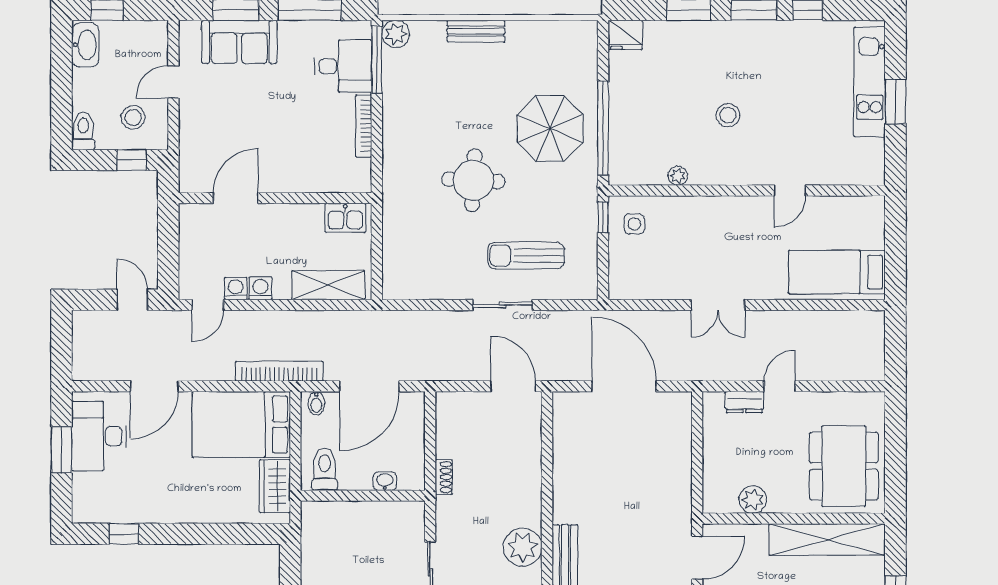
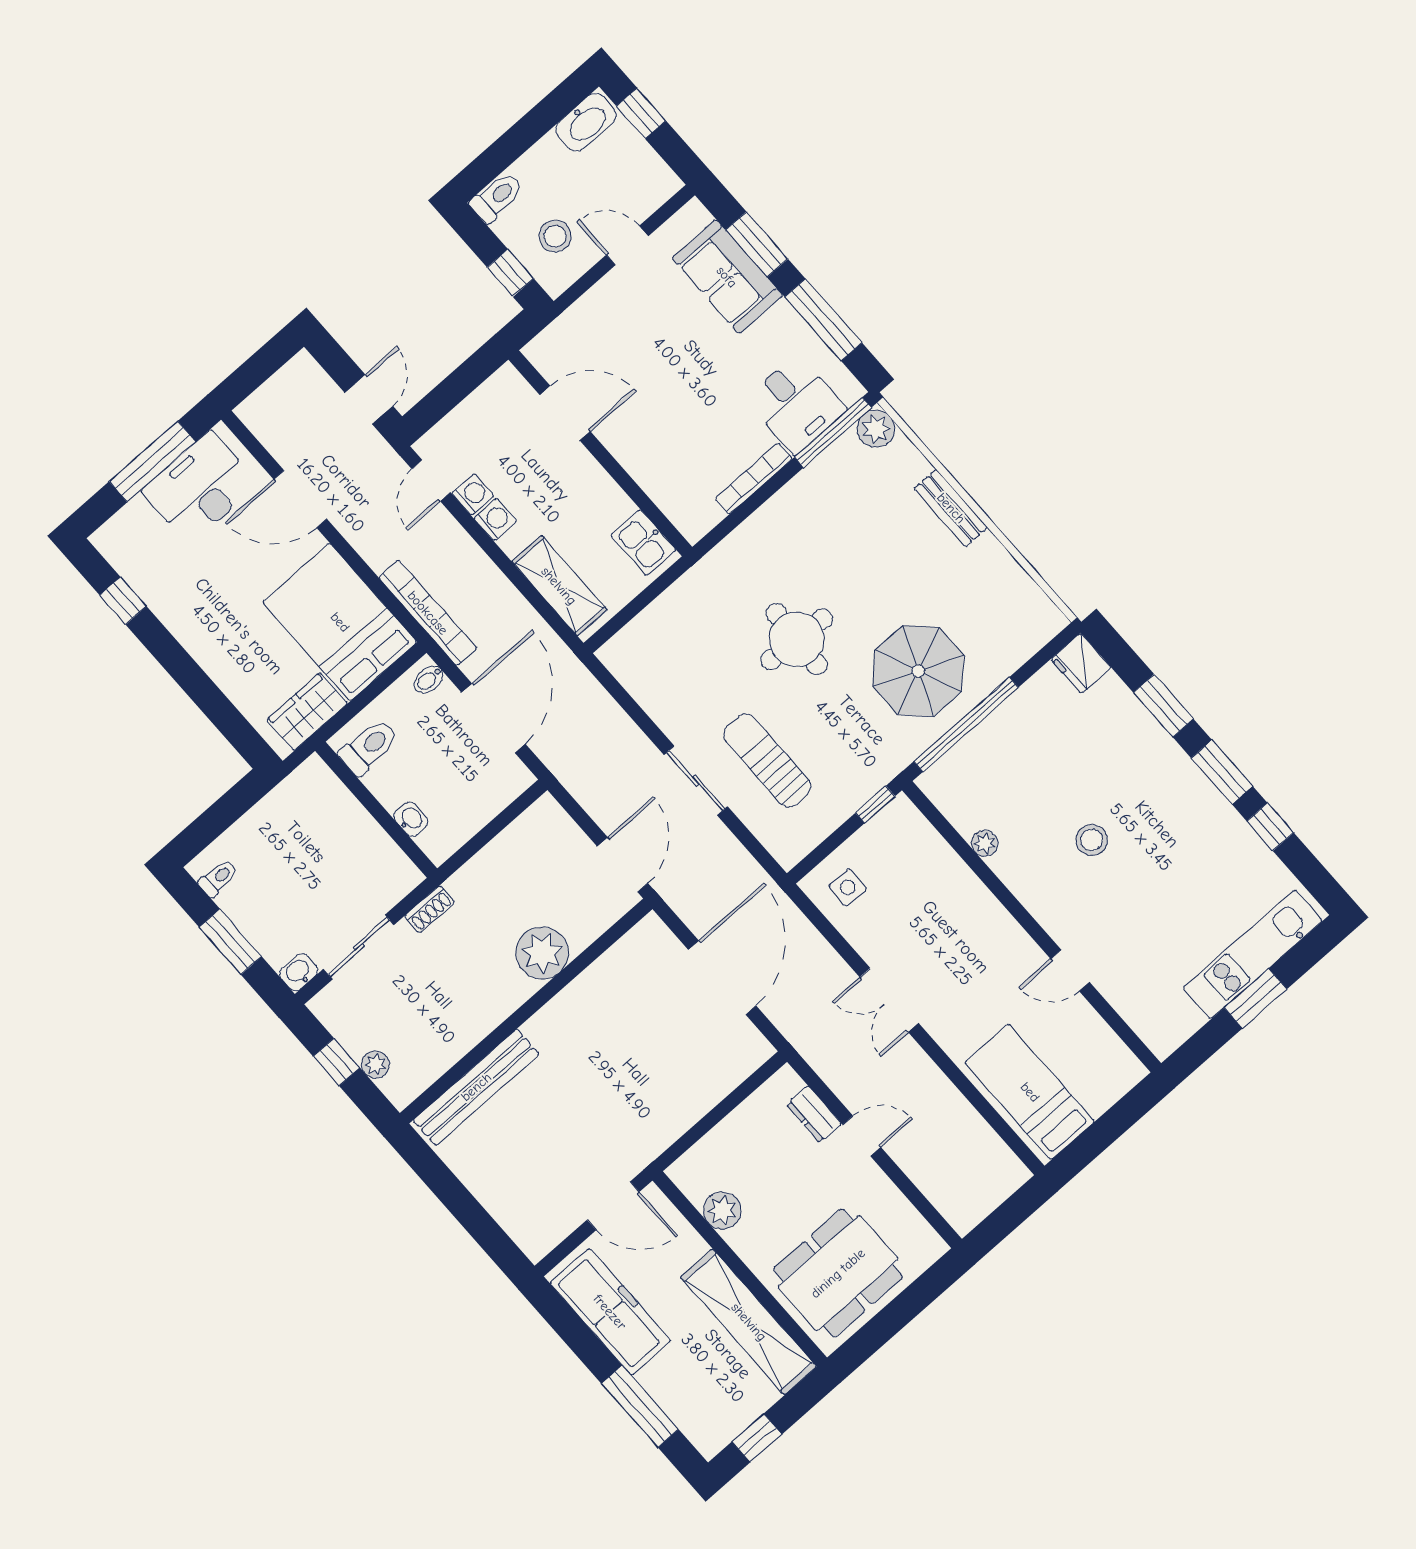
side table: (634, 224) -> (848, 887), moved
door: (208, 305) -> (431, 481), hinge flipped
door: (369, 386) -> (493, 718), swing flipped
window: (61, 450) -> (153, 462), width x1.44
shoe rack: (444, 477) -> (430, 909), moved
plant: (523, 547) -> (542, 953), moved

